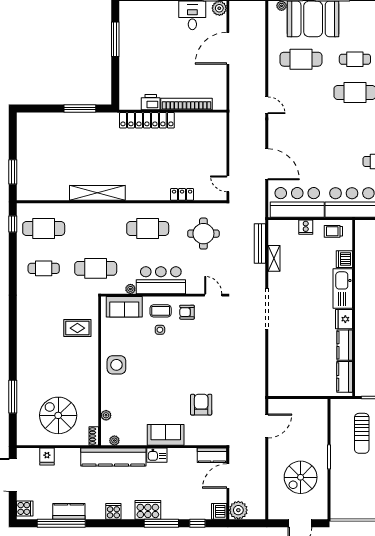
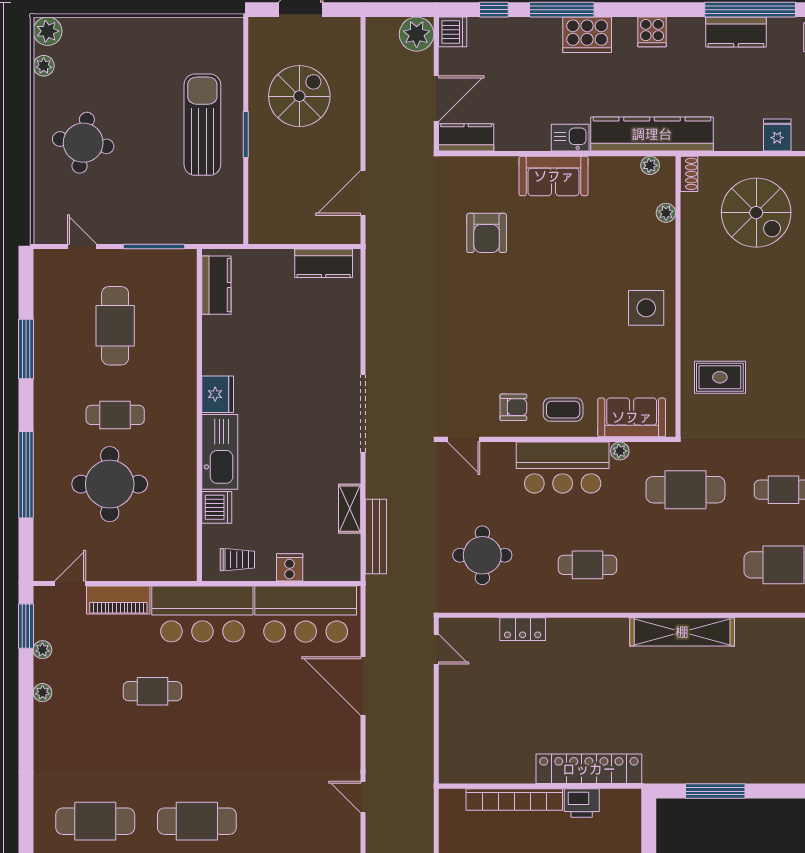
cafe table: (148, 228) -> (587, 565), width x0.73, depth x0.74
side table: (160, 330) -> (564, 374), removed
kitchen counter: (345, 345) -> (324, 263), moved, turned 90
sun lounger: (362, 433) -> (202, 125), moved, width x1.36, depth x1.34

